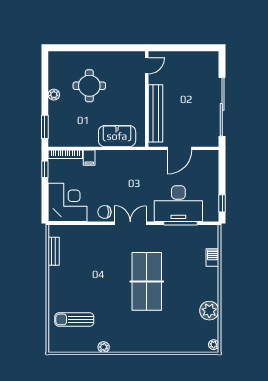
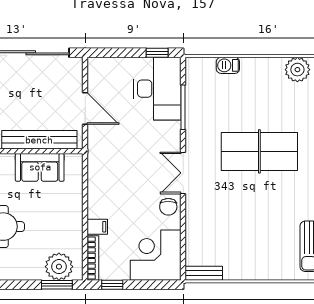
plant: (54, 95) -> (59, 267), moved, width x1.88, depth x1.88
sofa: (117, 136) -> (40, 167), moved, turned -90
desk: (178, 204) -> (157, 89), moved
bench: (54, 251) -> (204, 273), moved

